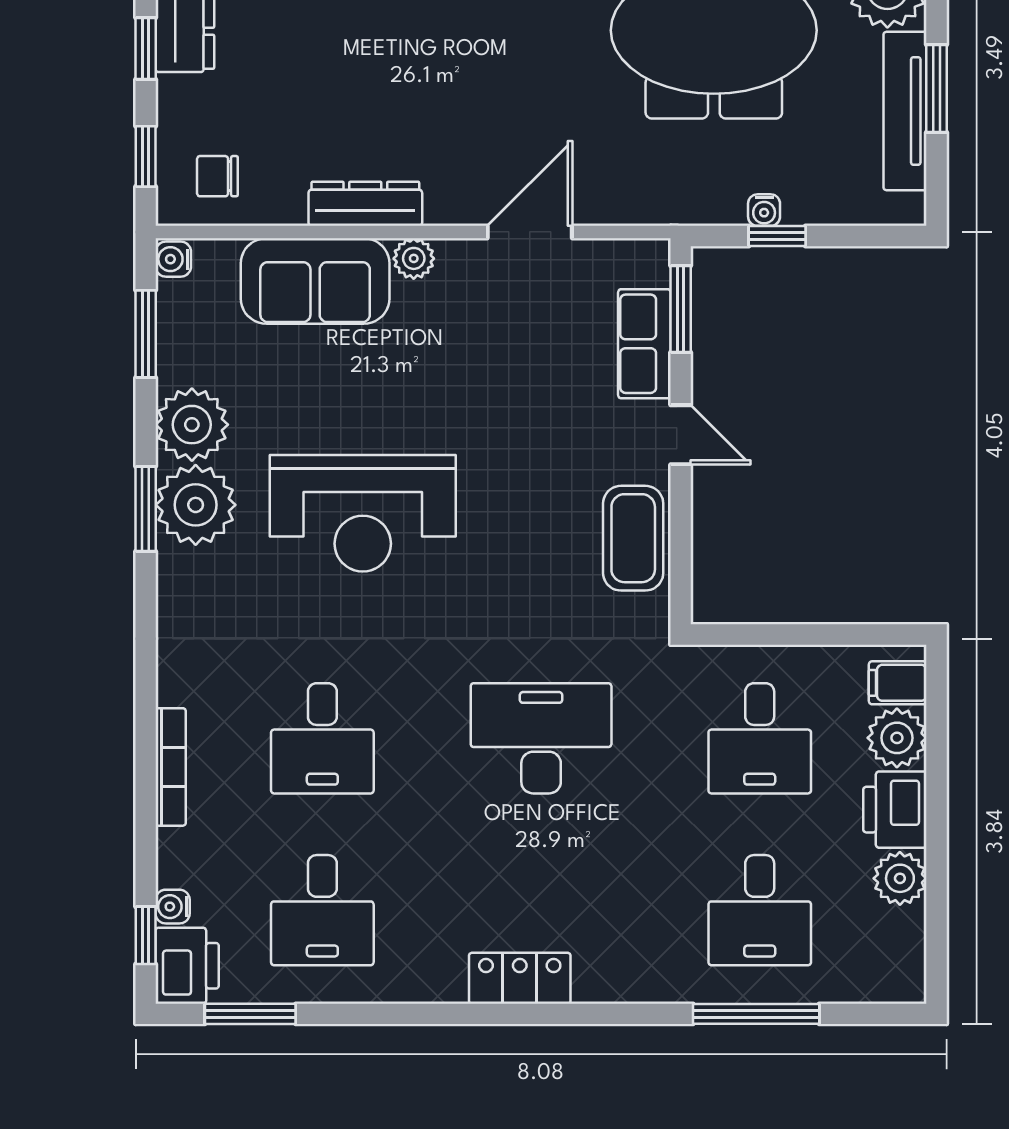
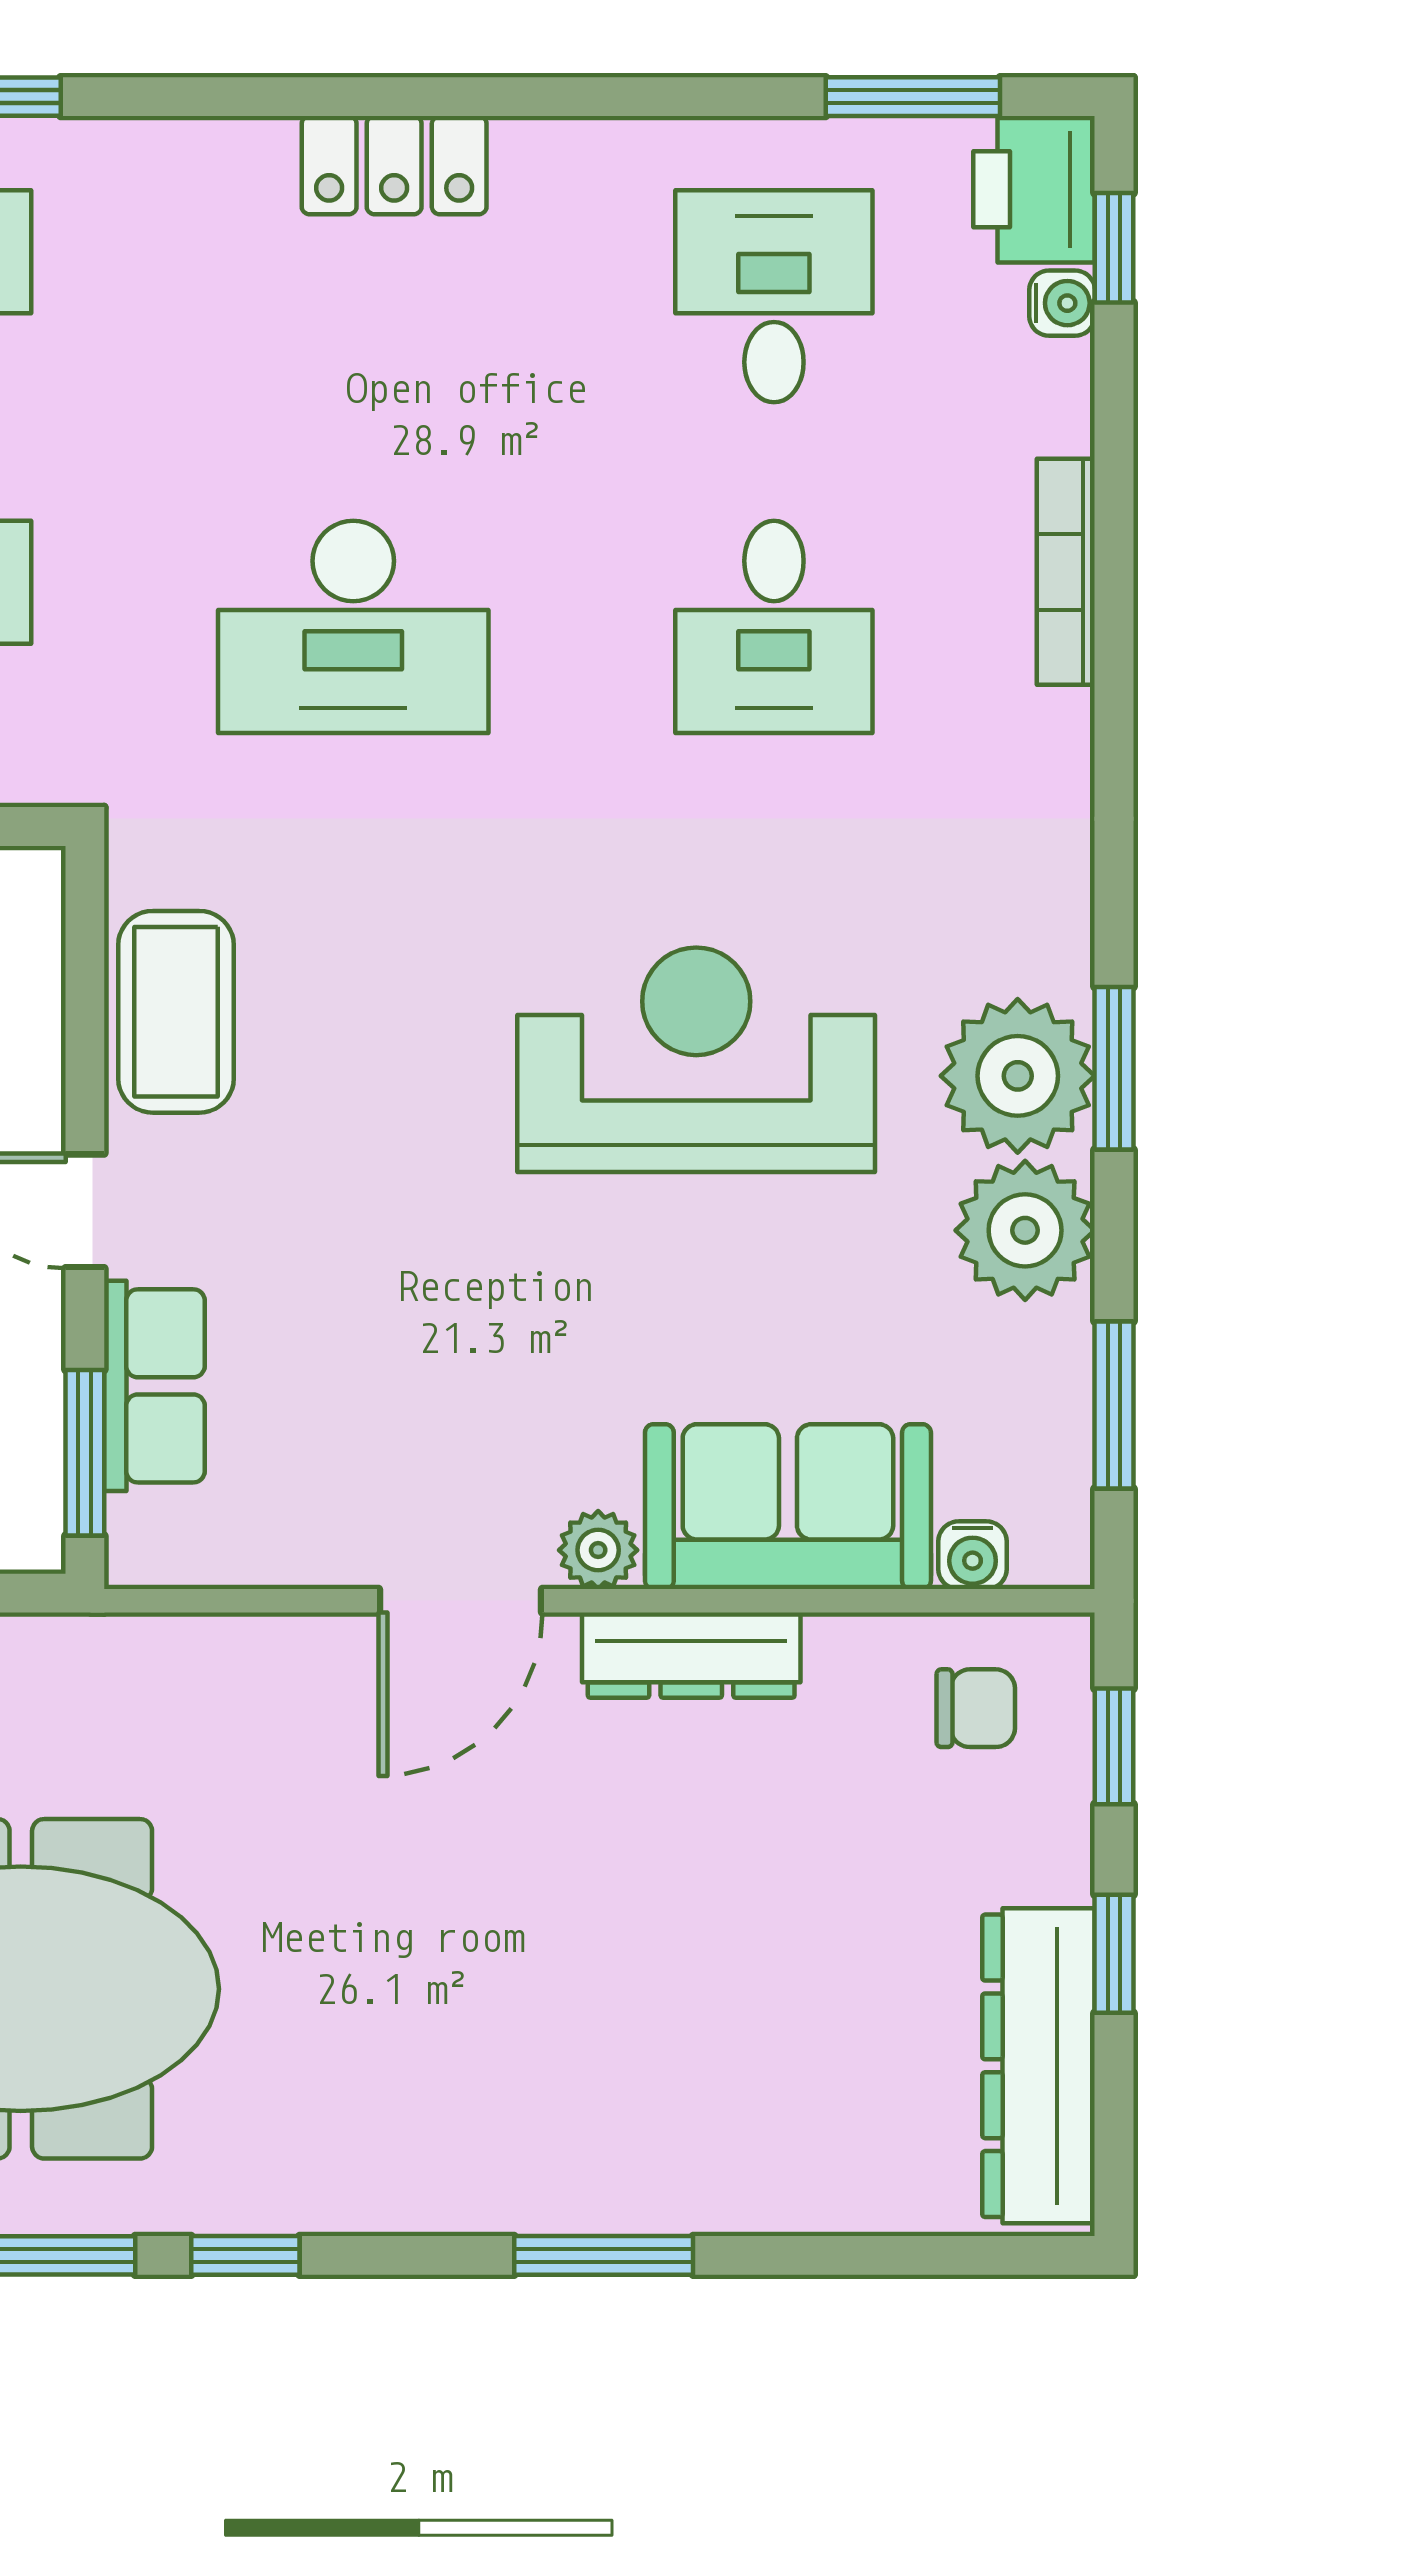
door: (530, 232) -> (461, 1601), moved
water cooler: (173, 259) -> (973, 1555), moved, turned 90
desk: (322, 738) -> (774, 627), turned 180

